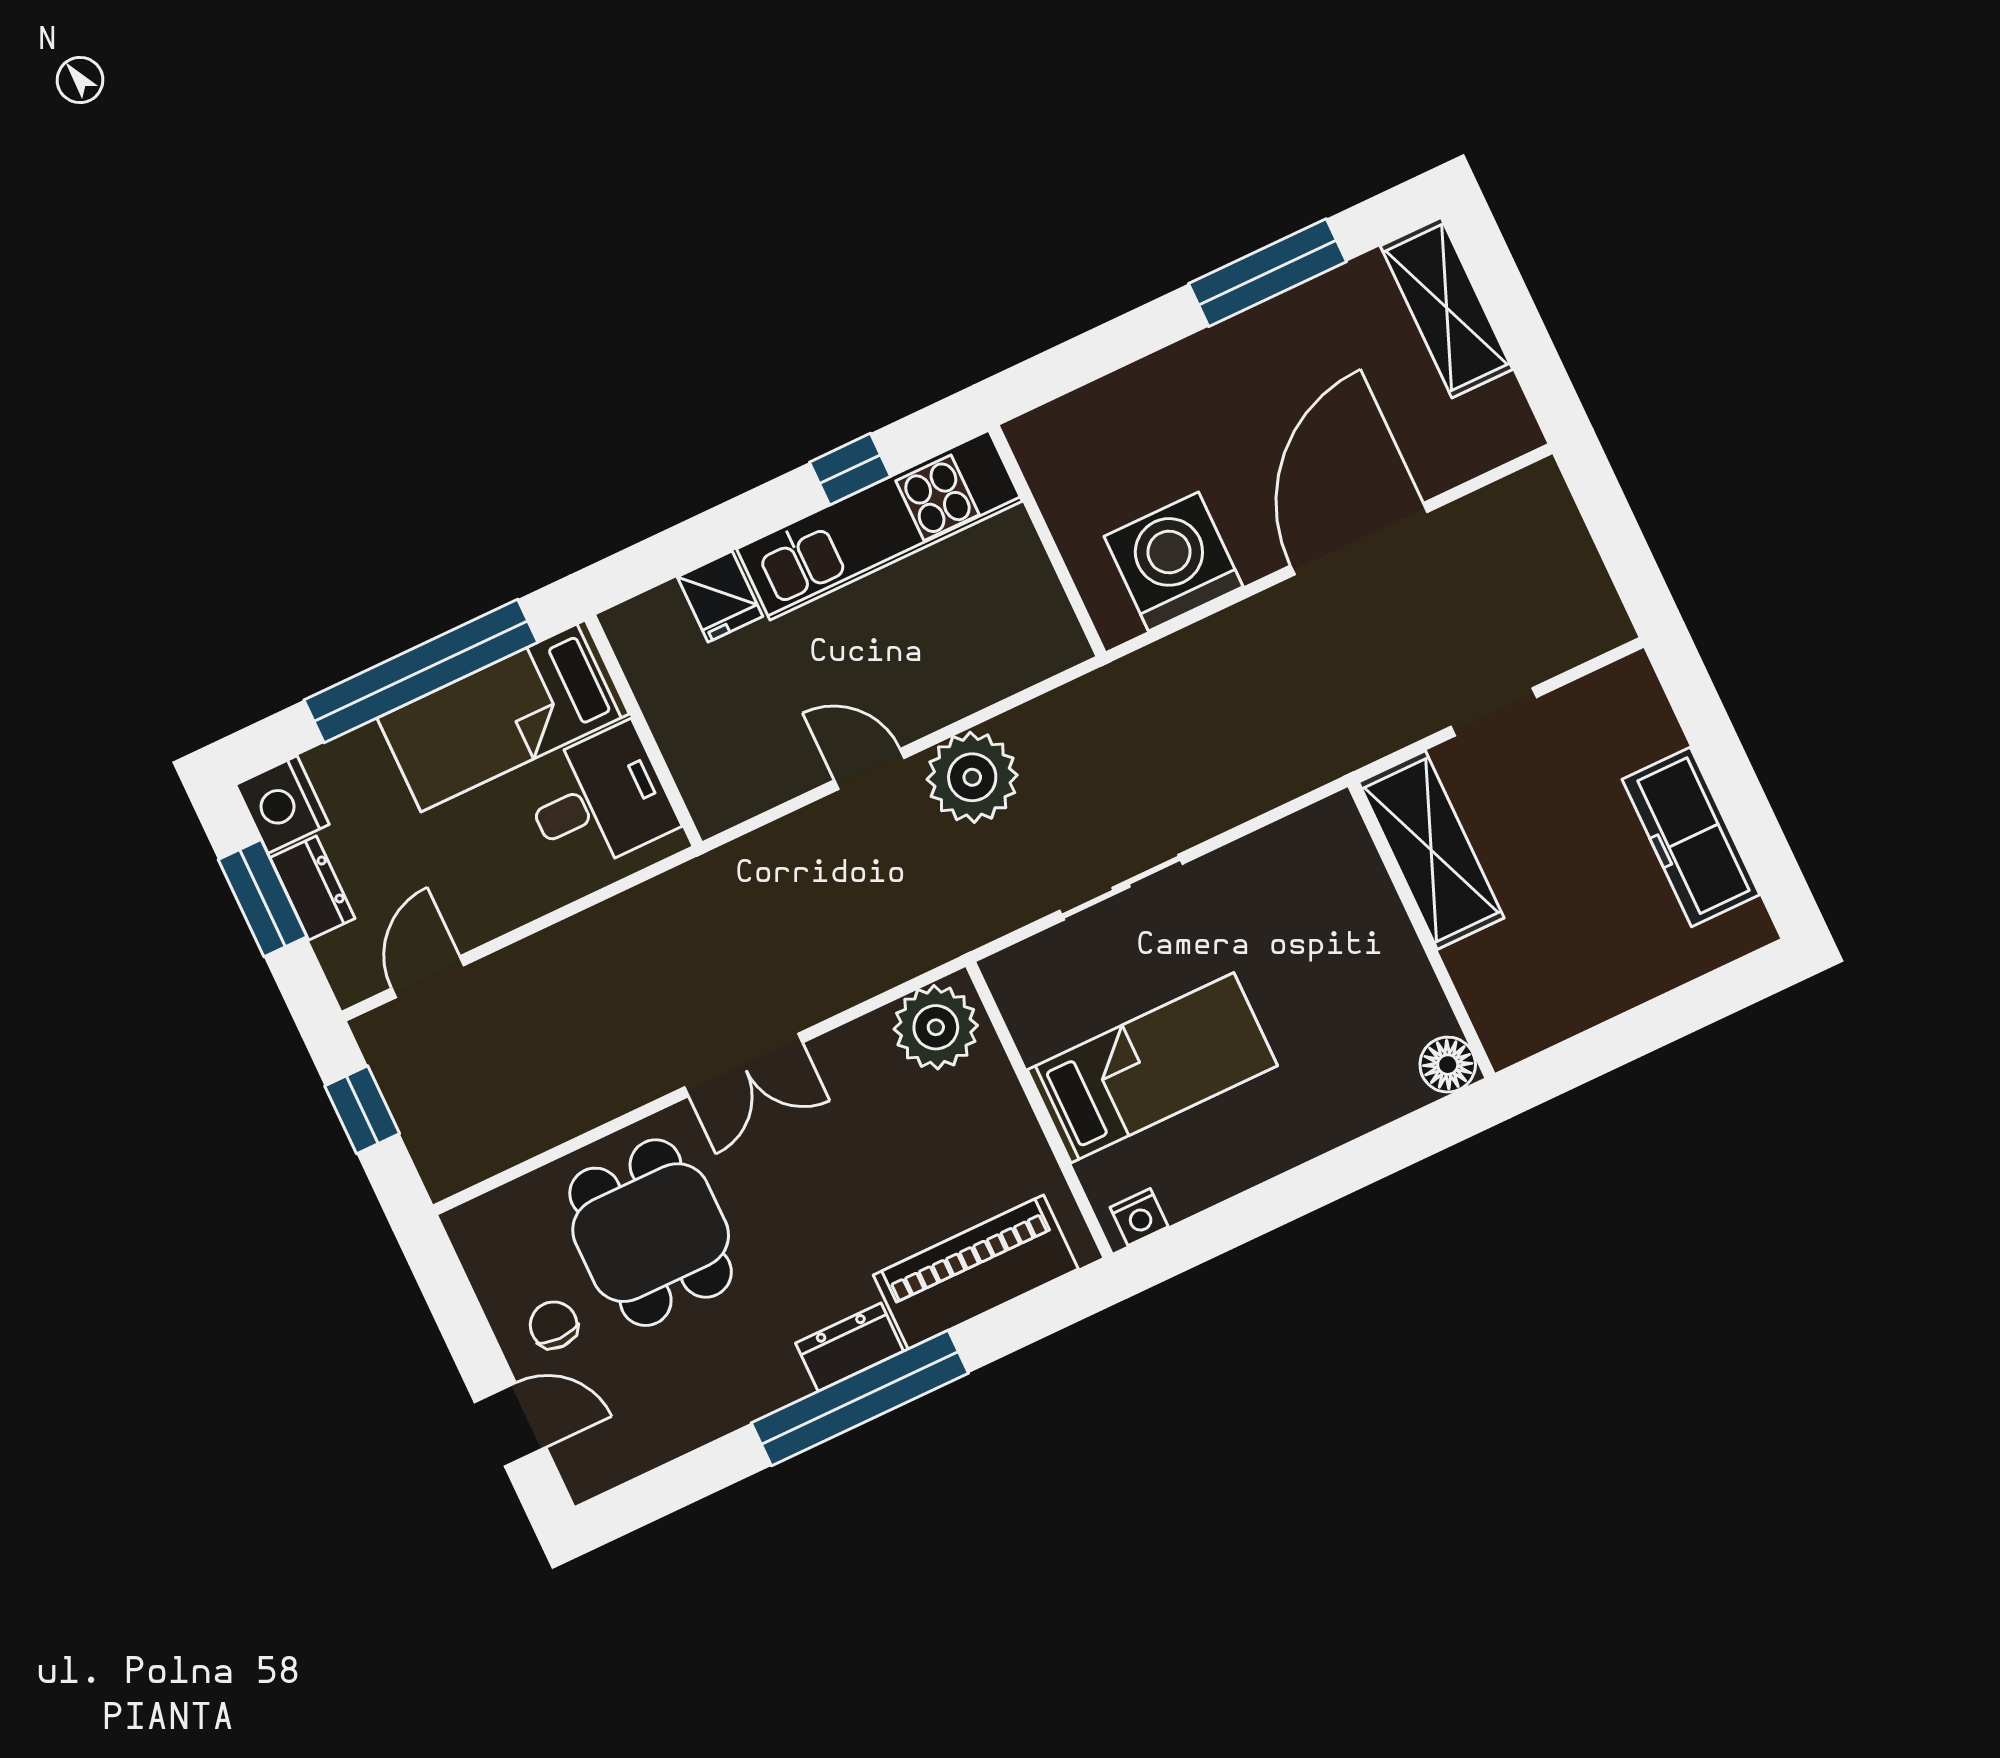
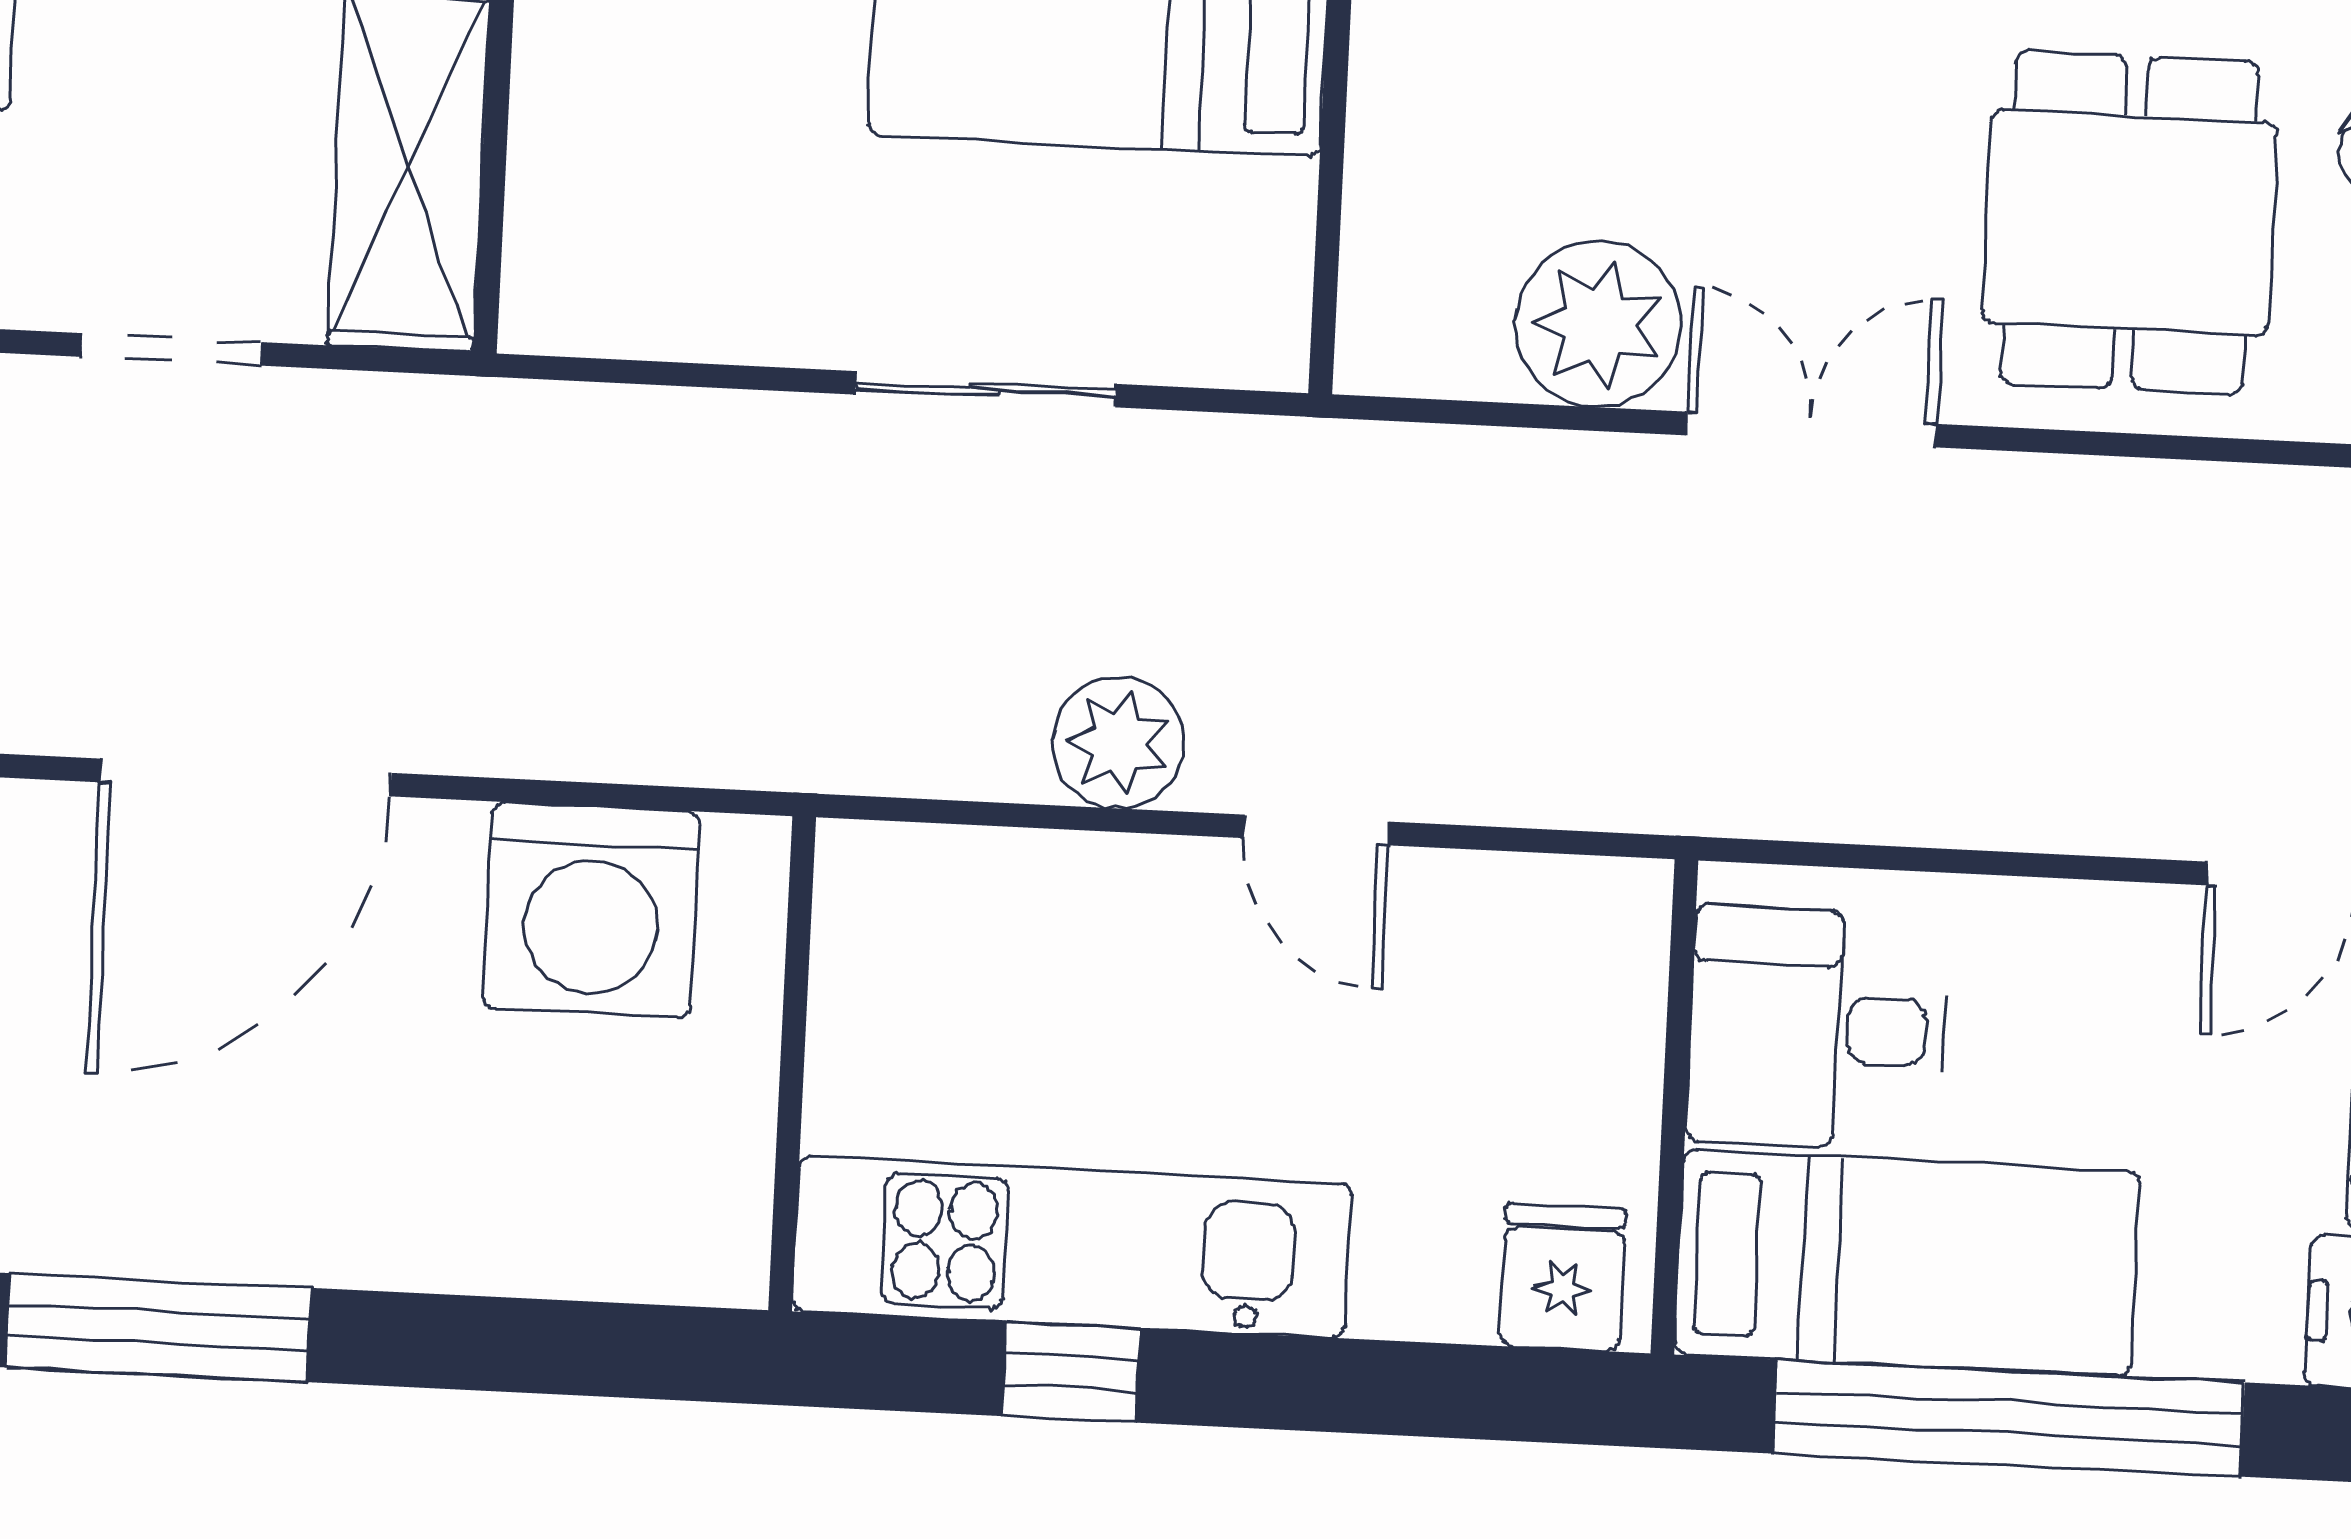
fridge: (720, 597) -> (1563, 1277), moved
plant: (972, 777) -> (1119, 743), width x0.73, depth x0.73
plant: (936, 1027) -> (1598, 324), moved

